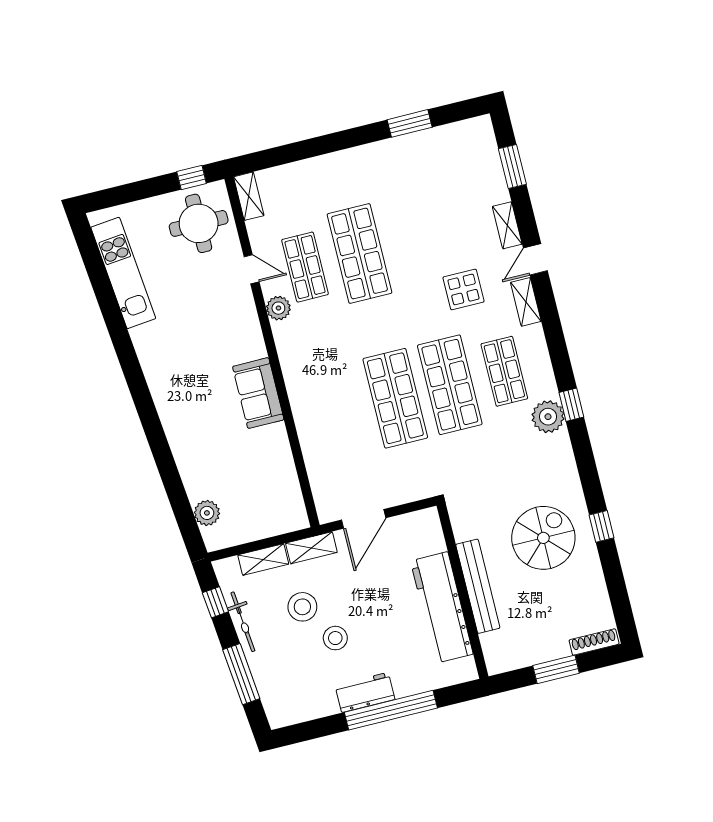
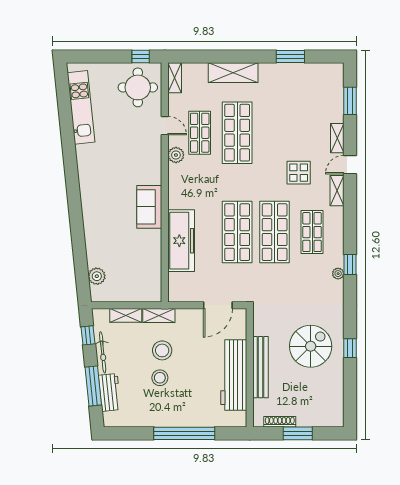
shelving: (332, 168) -> (233, 73), added
plant: (548, 417) -> (338, 274), width x0.53, depth x0.53
freezer: (317, 431) -> (181, 241), added
door: (364, 519) -> (218, 305), moved
stool: (302, 607) -> (162, 350), moved
shoe rack: (594, 642) -> (280, 422), moved
workbench: (365, 692) -> (110, 392), moved, turned 84

